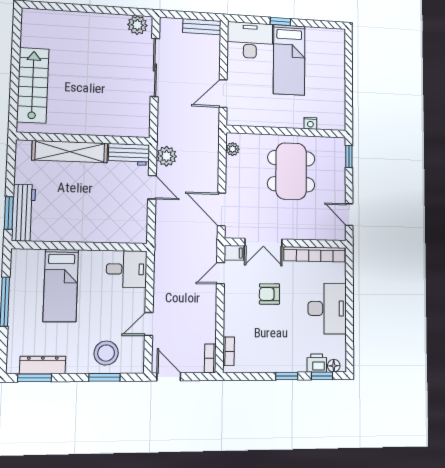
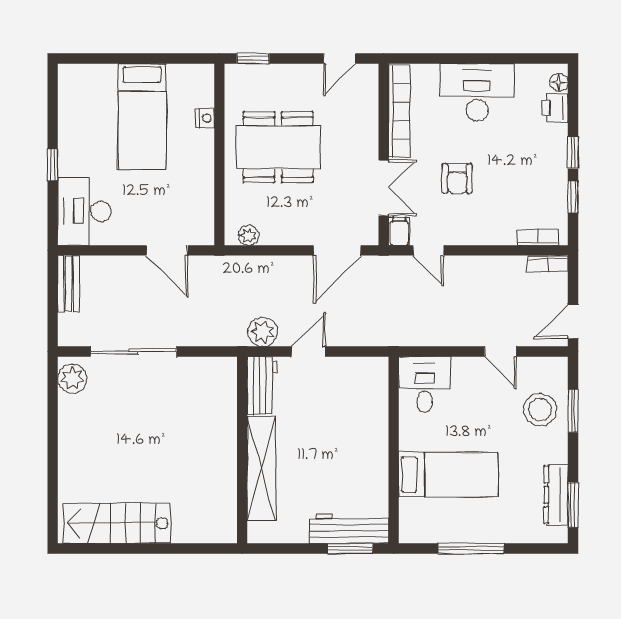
bed: (289, 60) -> (142, 116), moved, turned 90
stairs: (33, 85) -> (117, 523), moved
window: (322, 376) -> (573, 197), moved

